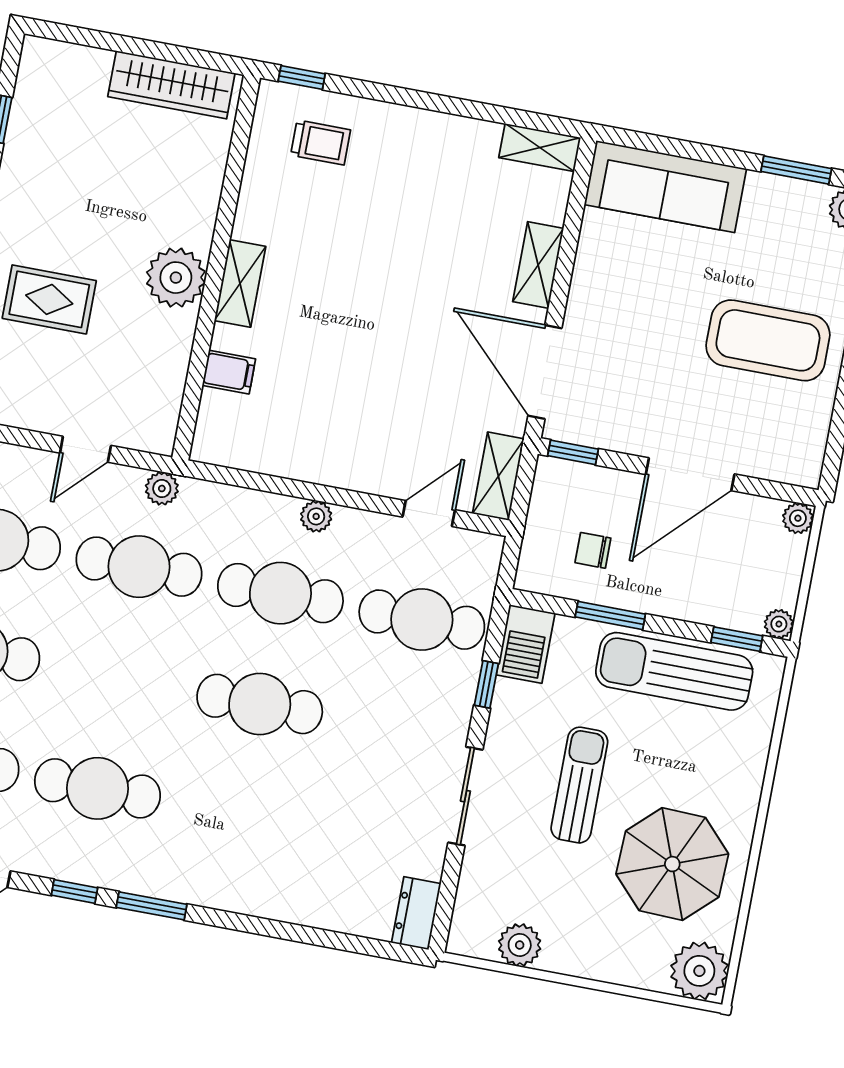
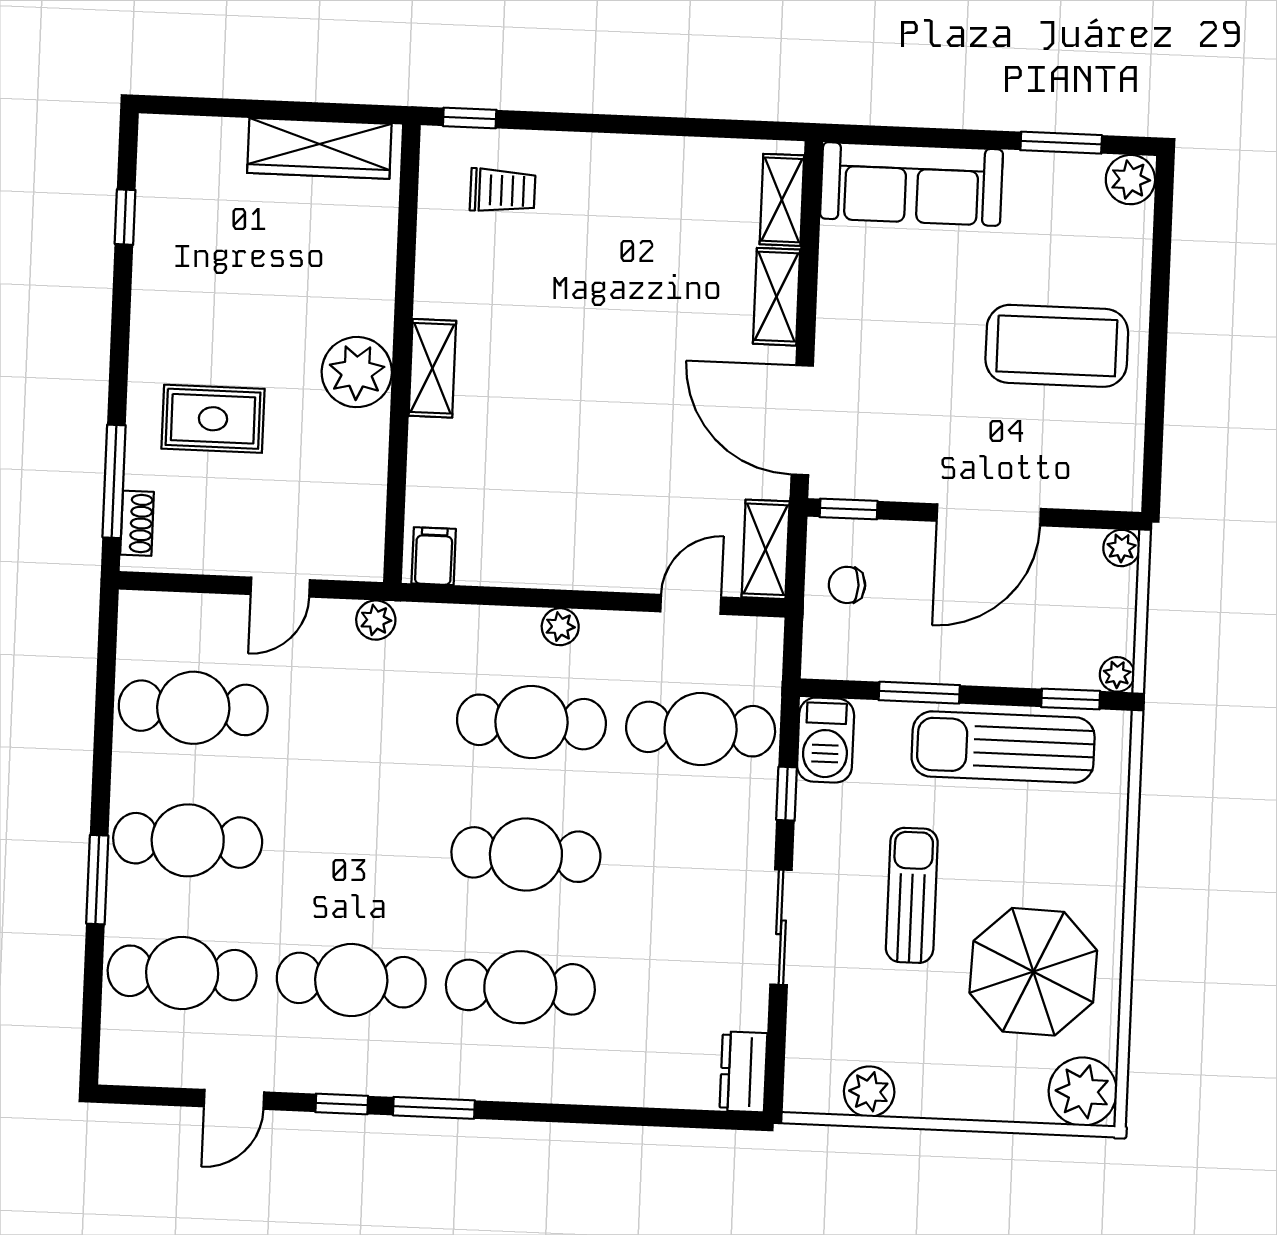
shelving: (540, 148) -> (782, 200), moved, turned 90
filing cabinet: (229, 372) -> (434, 556), moved, turned -90
chair: (593, 550) -> (847, 585), moved
cafe table: (139, 567) -> (520, 987), moved

